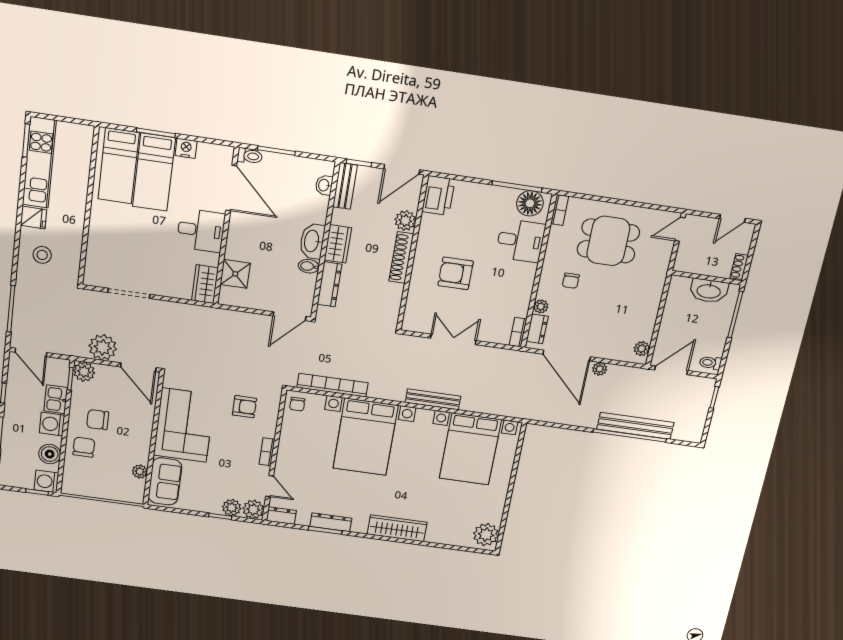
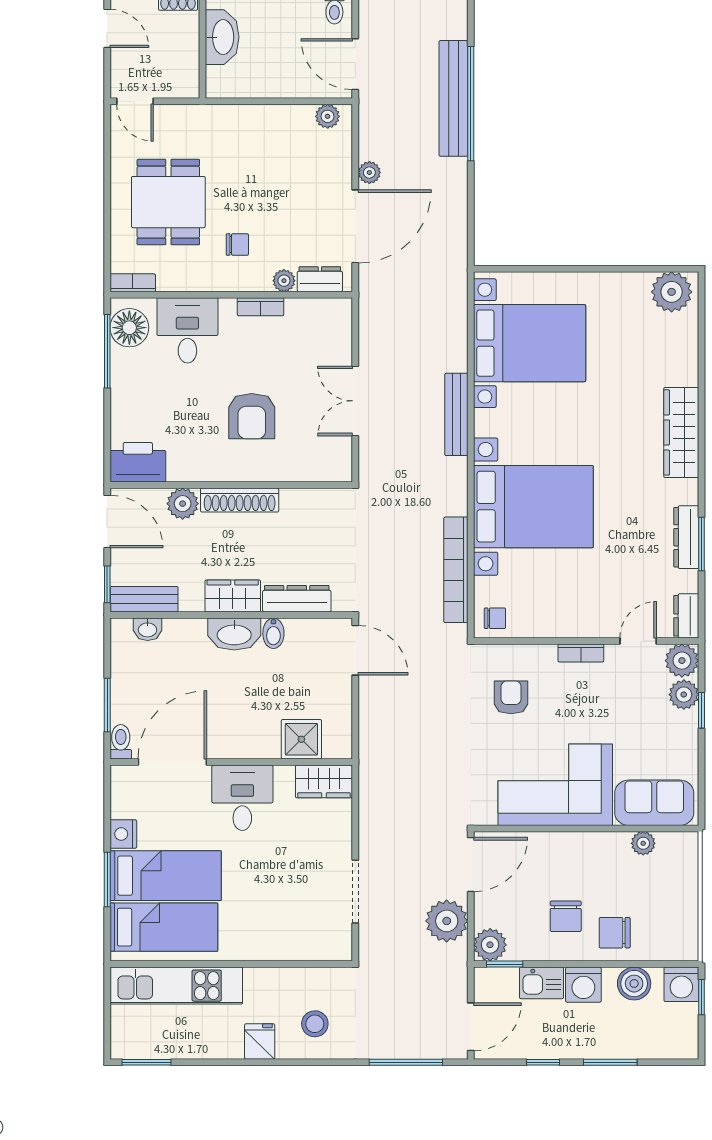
kitchen unit: (39, 163) -> (176, 986), moved, turned 180
bookcase: (518, 332) -> (261, 307), moved

